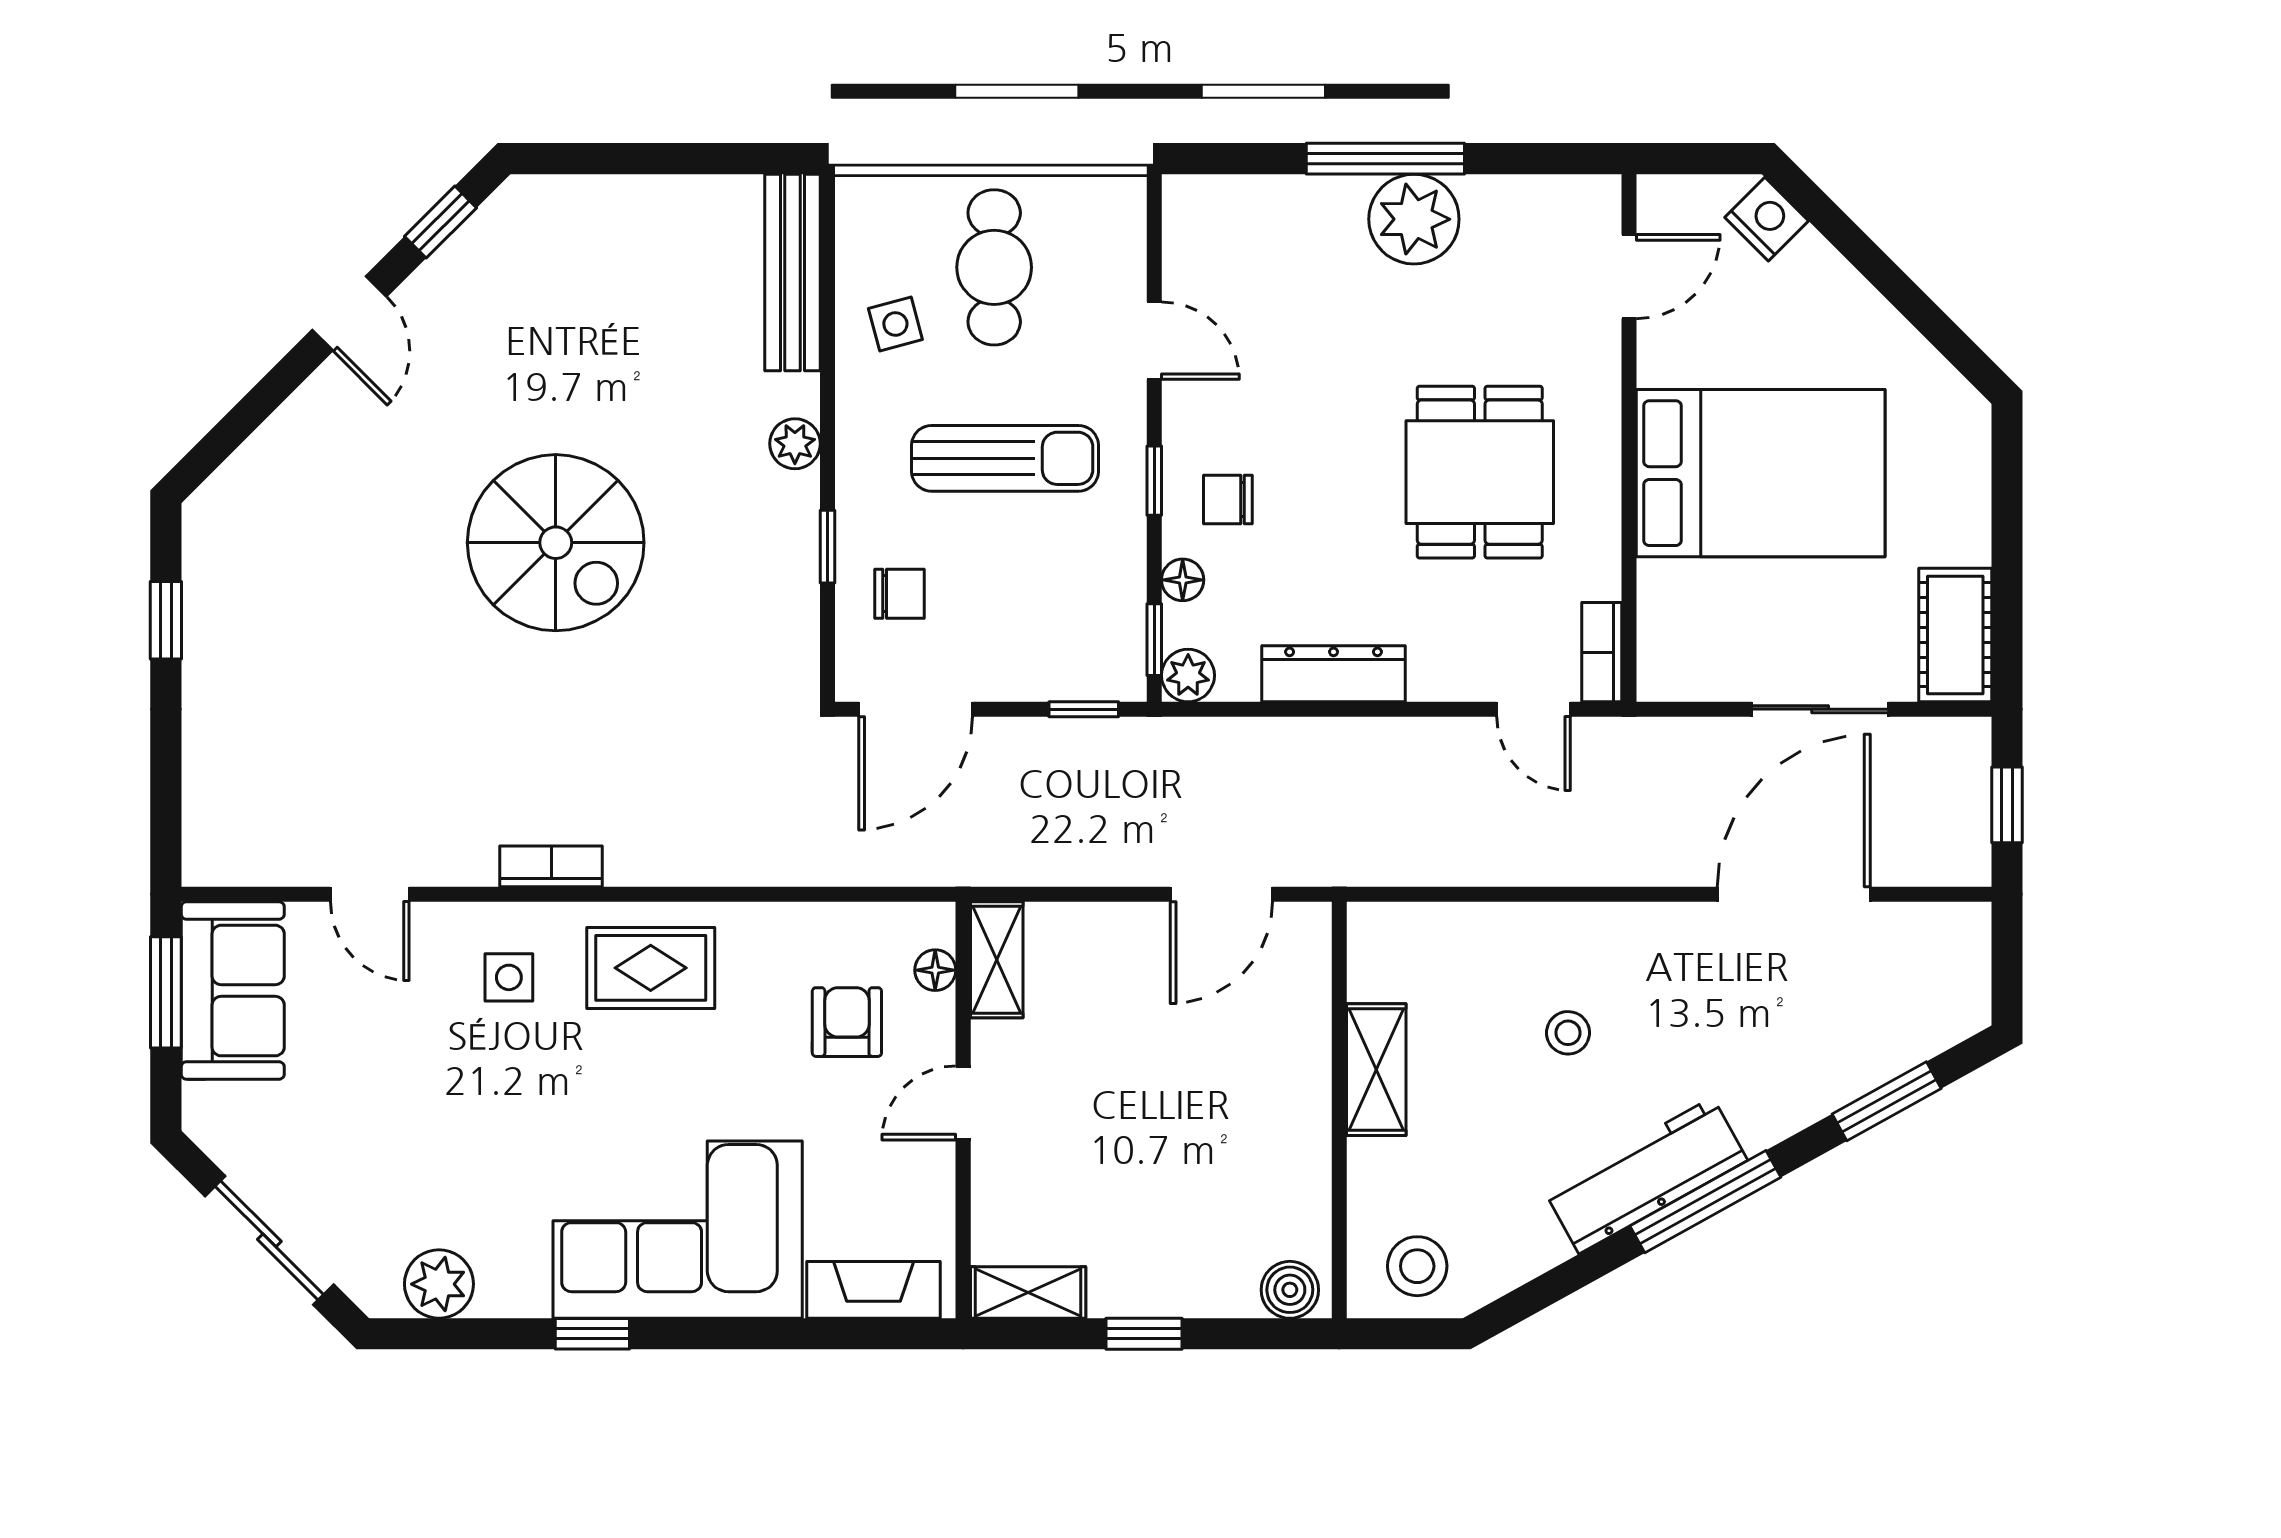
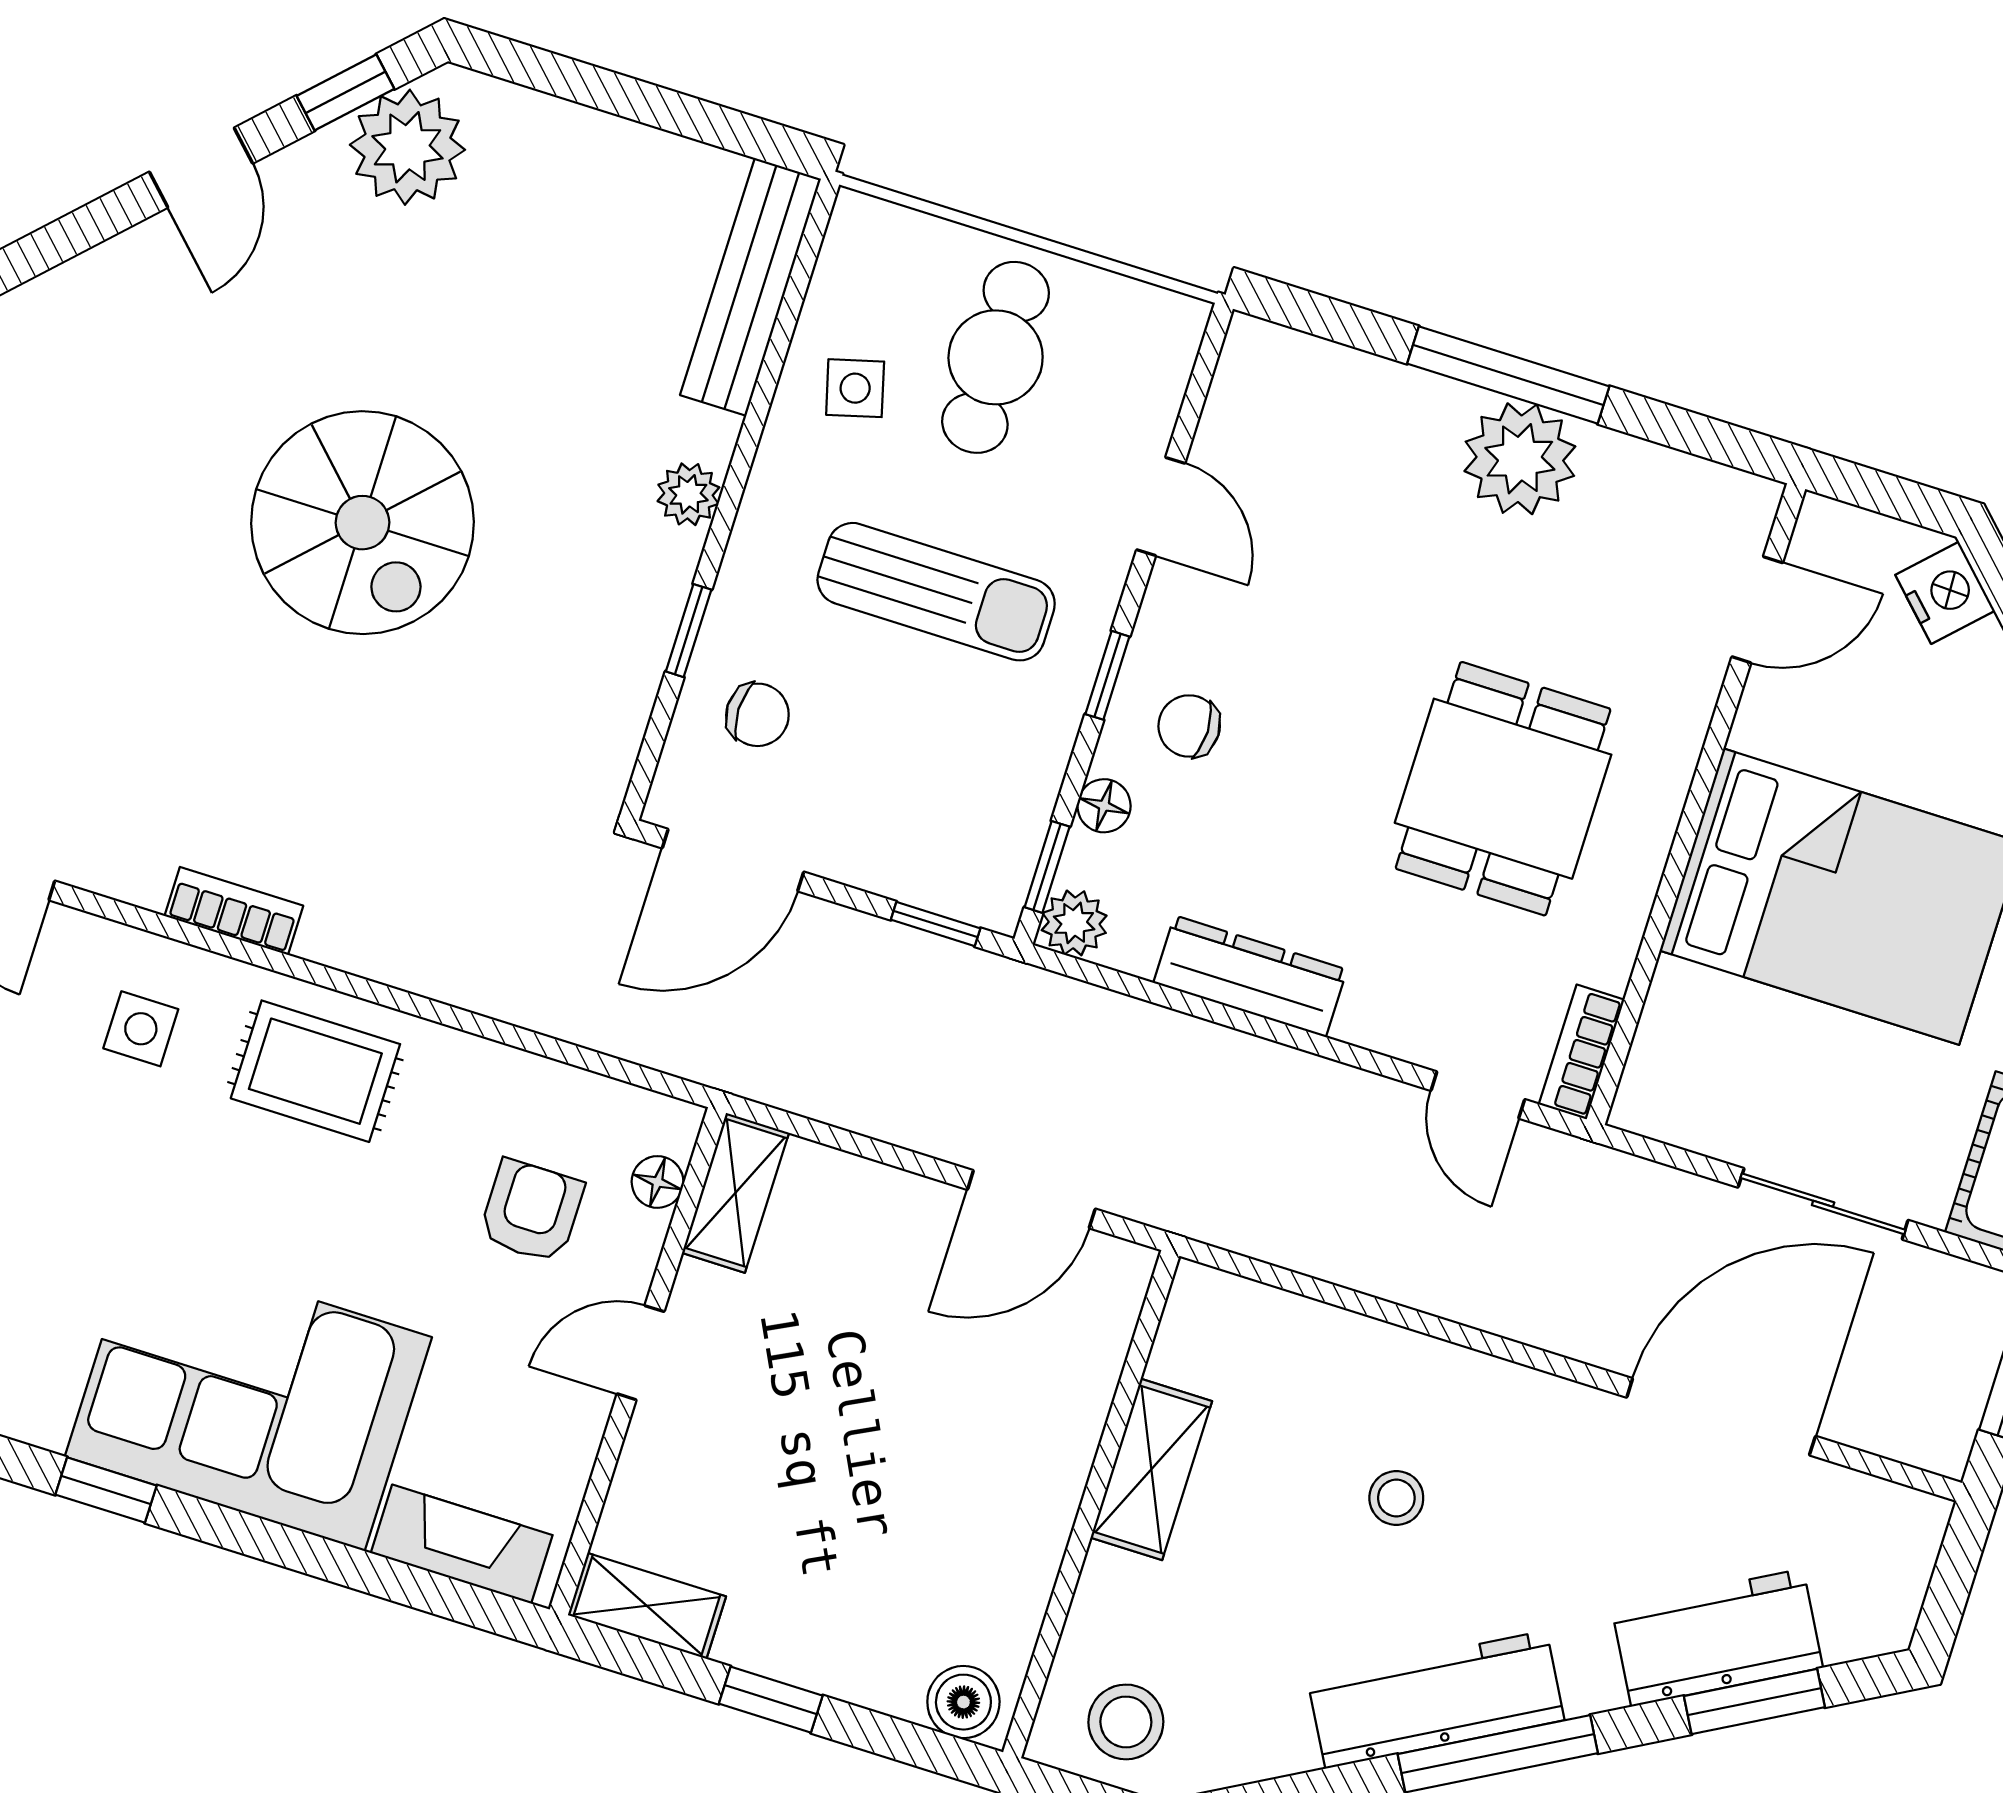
plant: (500, 249) -> (407, 147), added
workbench: (1843, 1062) -> (1717, 1638), added

